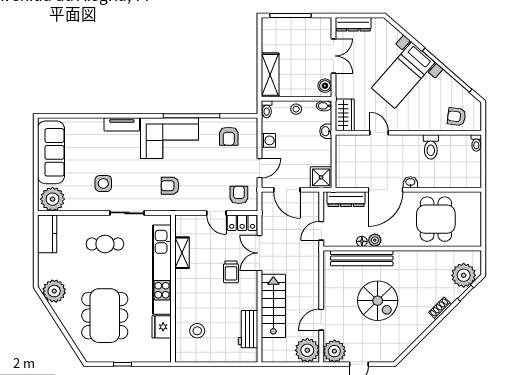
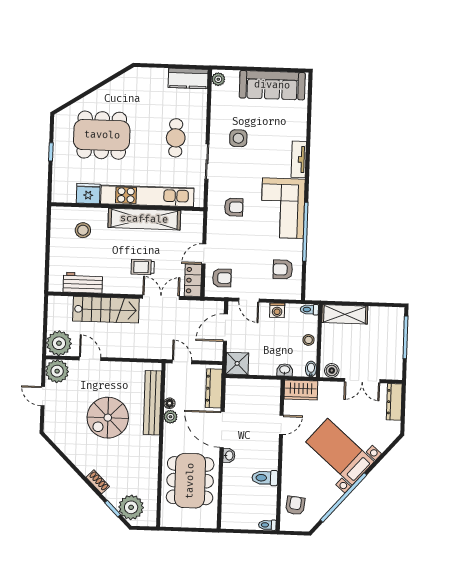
armchair: (170, 186) -> (234, 207), turned 90
plant: (53, 199) -> (218, 79), width x0.53, depth x0.53
dining table: (436, 219) -> (190, 481), width x1.38
shelving: (182, 253) -> (144, 219), width x2.20, depth x1.33
plant: (54, 291) -> (129, 84), removed

